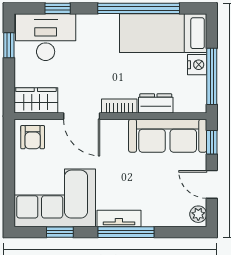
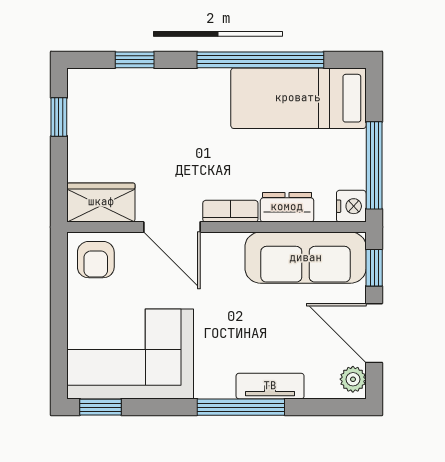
desk: (46, 37) -> (116, 104), removed
nightstand: (197, 65) -> (351, 206), moved
door: (212, 184) -> (374, 333), width x1.38
tv unit: (119, 219) -> (270, 386), moved
window: (60, 232) -> (101, 407), moved

